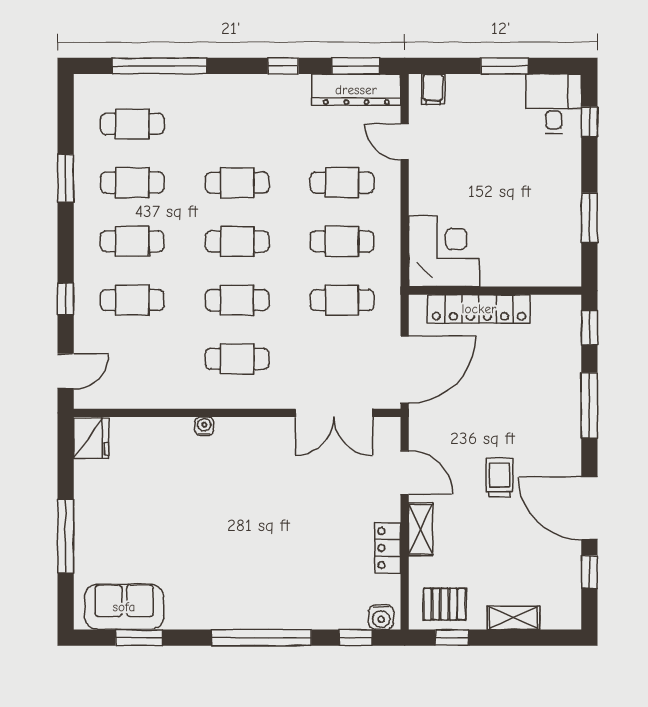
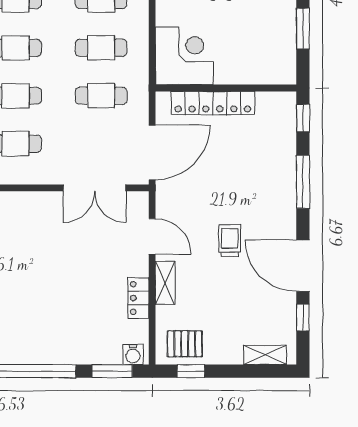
shelving: (514, 618) -> (265, 355), moved
window: (355, 638) -> (112, 371), width x1.50

